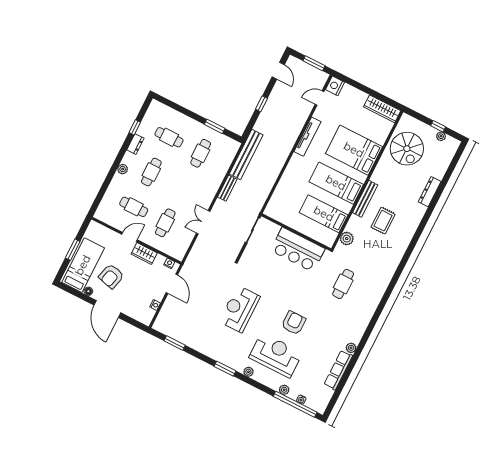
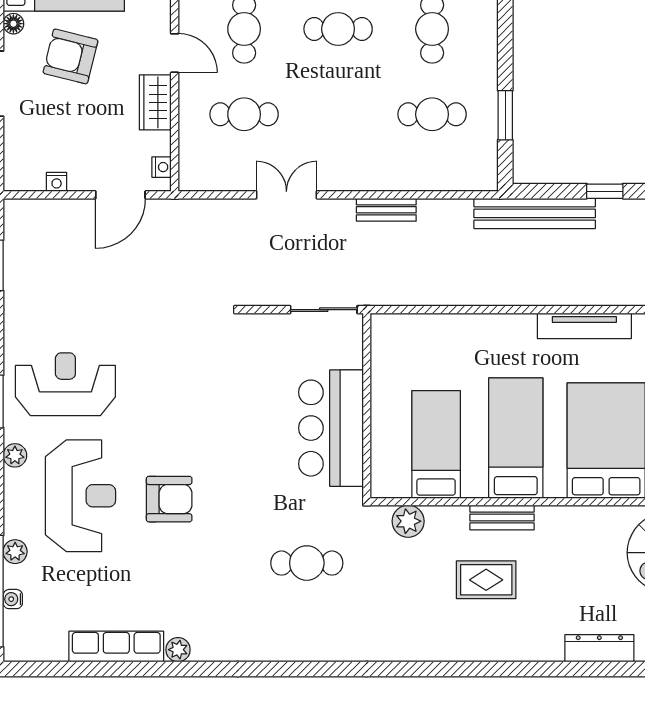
bench: (246, 154) -> (535, 213), moved
bench: (365, 199) -> (502, 518), width x0.73
reception desk: (240, 309) -> (65, 384), moved

